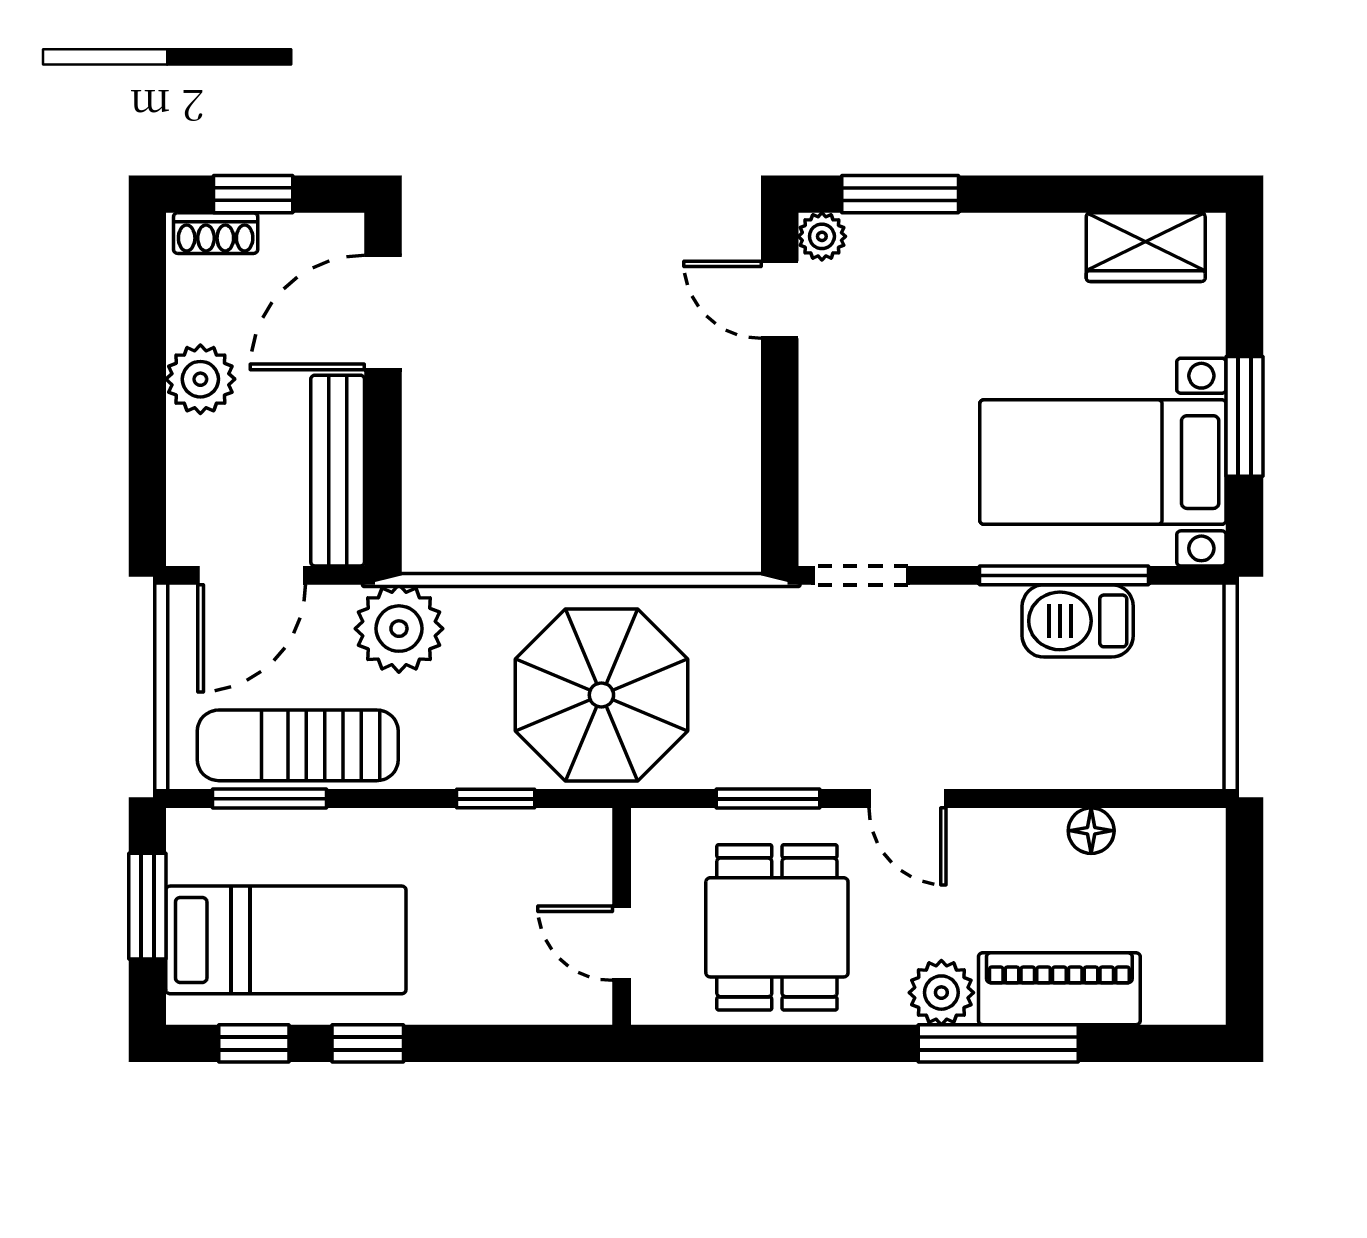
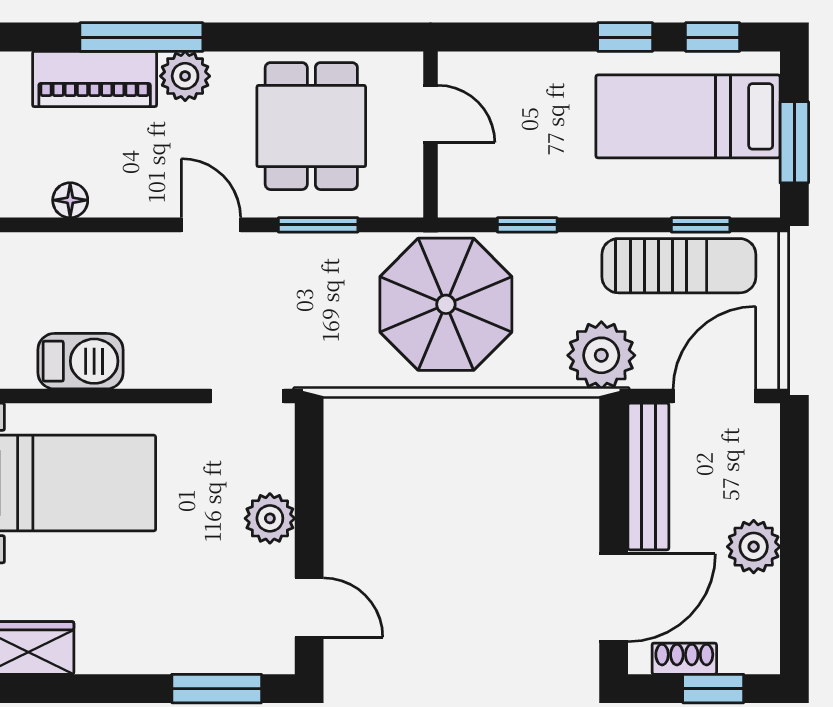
shoe rack: (216, 233) -> (684, 659), moved
plant: (822, 236) -> (270, 518), moved, width x1.38, depth x1.38
window: (1064, 575) -> (91, 396), removed
window: (269, 799) -> (701, 225), width x0.67

